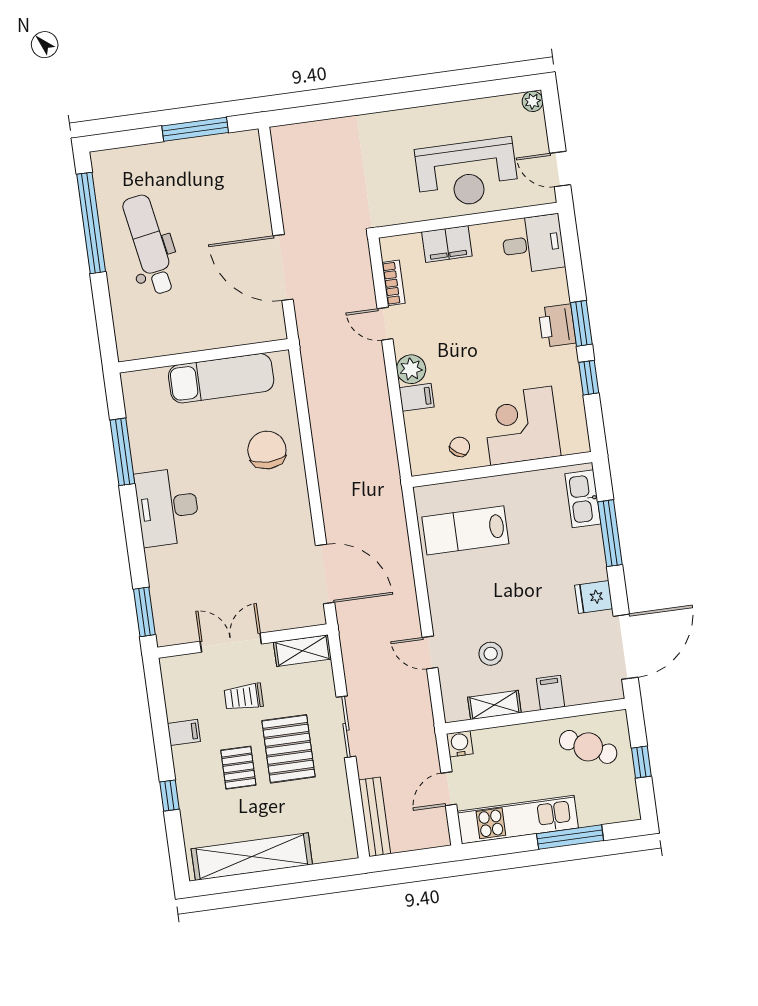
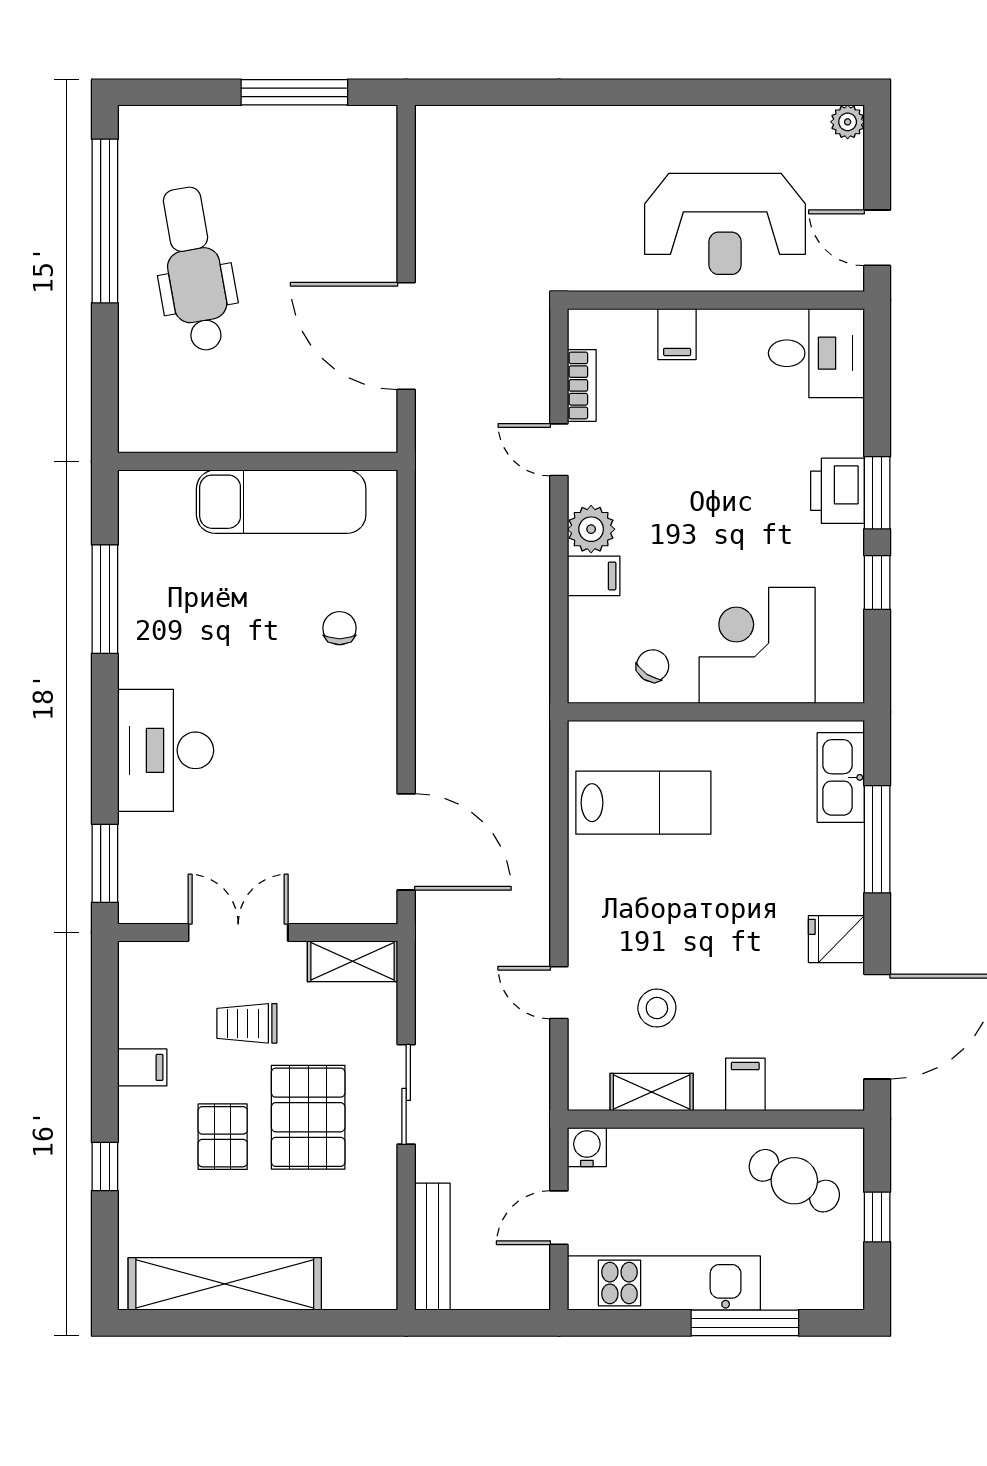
filing cabinet: (447, 244) -> (677, 334), width x0.50
chair: (267, 450) -> (340, 628), width x0.54, depth x0.54
desk: (167, 507) -> (166, 750), moved
lab bench: (465, 530) -> (643, 803), turned 180

